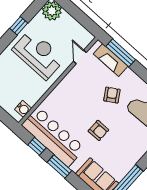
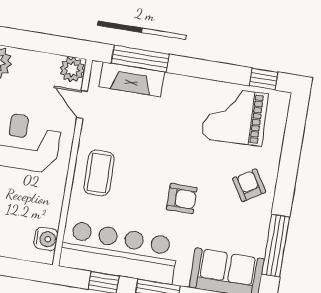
plant: (86, 38) -> (72, 69), added
coffee table: (67, 94) -> (99, 173), added
armchair: (112, 95) -> (249, 185), moved

